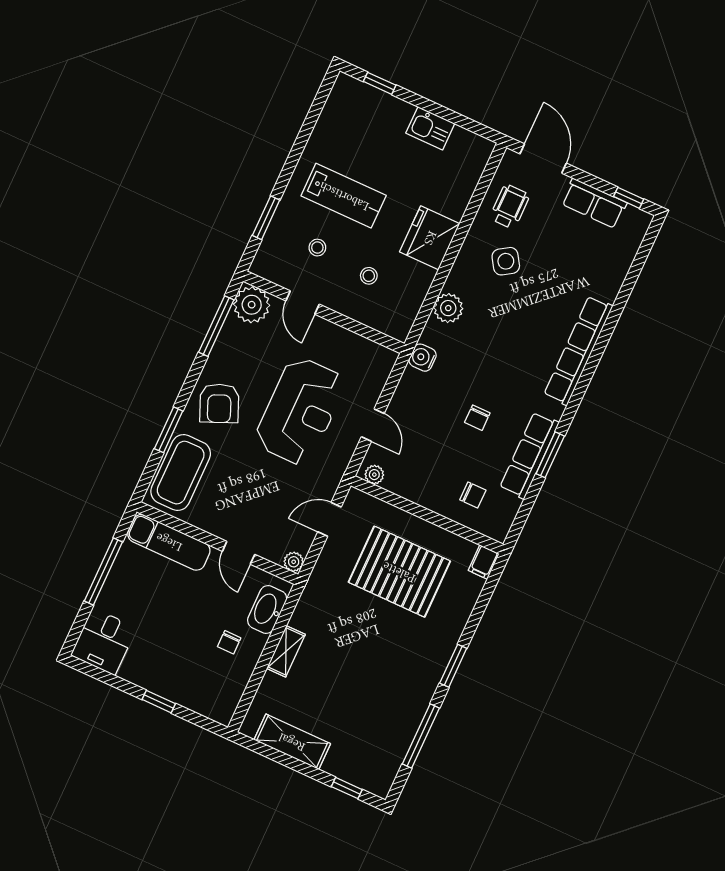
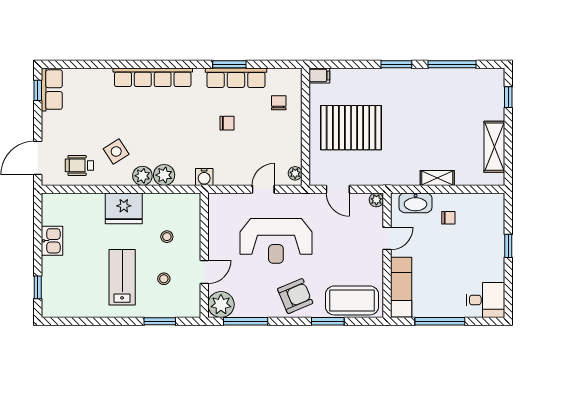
row of seats: (594, 203) -> (52, 90), moved
plant: (460, 280) -> (142, 176), added
reception desk: (300, 411) -> (276, 241), turned 180
pallet: (399, 572) -> (351, 128), turned 90

